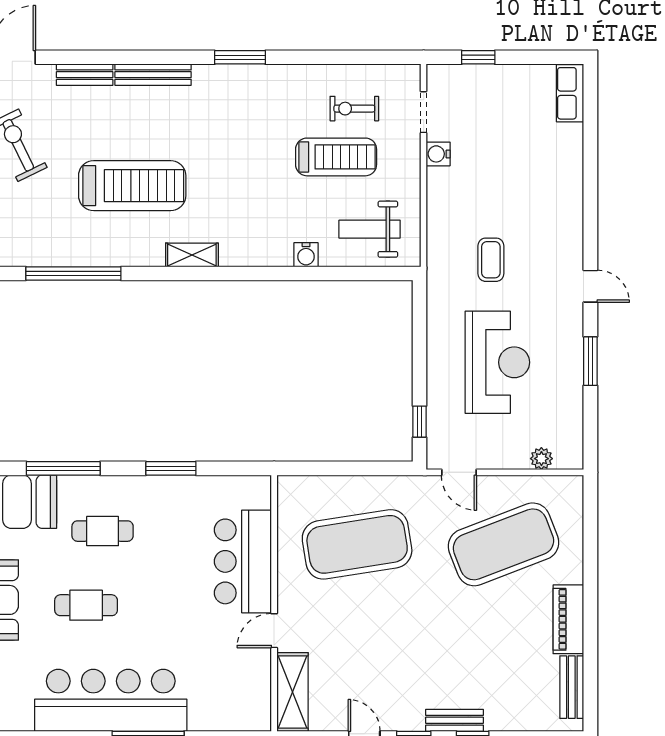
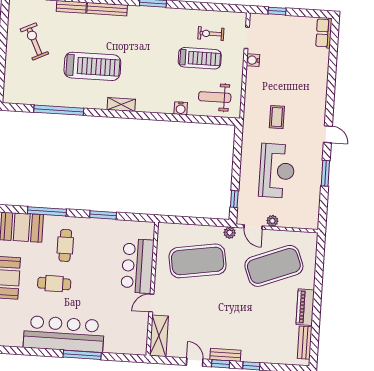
plant: (541, 459) -> (272, 221), moved
plant: (415, 486) -> (230, 233), added
cafe table: (103, 531) -> (65, 245), turned 90
bench: (455, 720) -> (225, 355), moved

